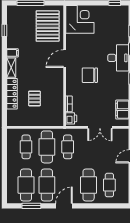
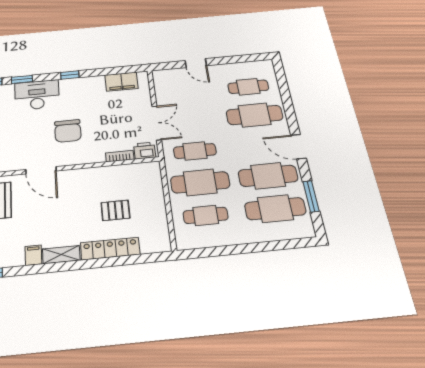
double door: (100, 127) -> (157, 123), moved

